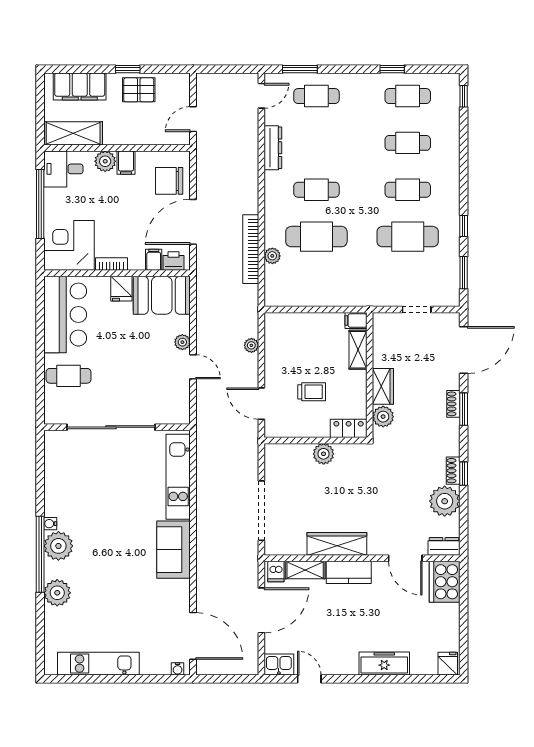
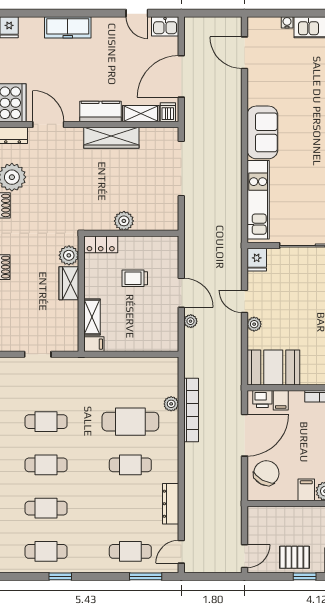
door: (193, 119) -> (244, 556), moved
chair: (169, 181) -> (266, 473), turned -61
cafe table: (408, 237) -> (46, 422), width x0.73, depth x0.74
fridge: (121, 289) -> (257, 260), moved, turned 180
door: (261, 404) -> (181, 293), moved
door: (193, 636) -> (244, 53), width x0.73
water cooler: (178, 669) -> (287, 22), moved

